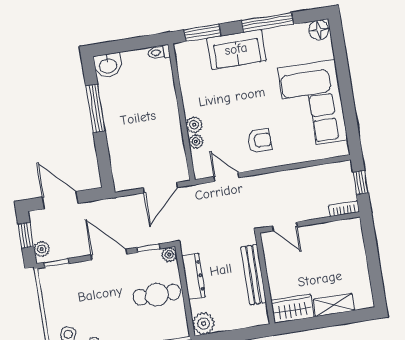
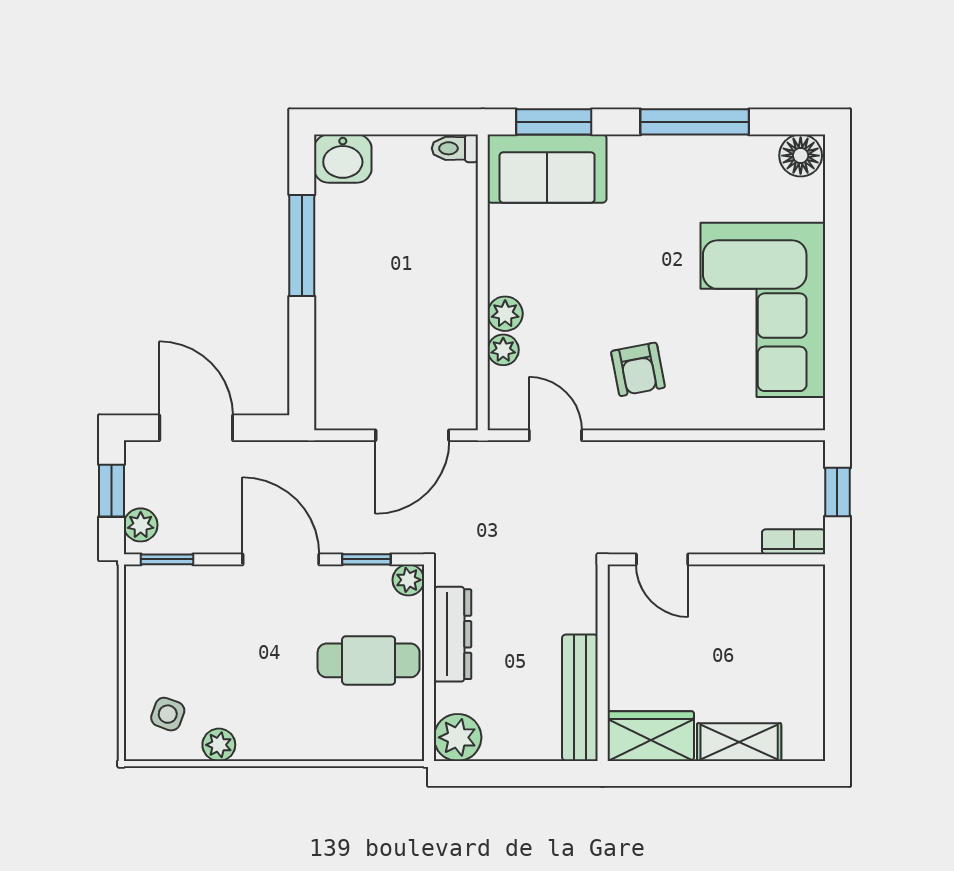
sofa: (236, 49) -> (547, 169), moved
armchair: (260, 141) -> (638, 369), turned 79
bench: (254, 275) -> (580, 698), moved

